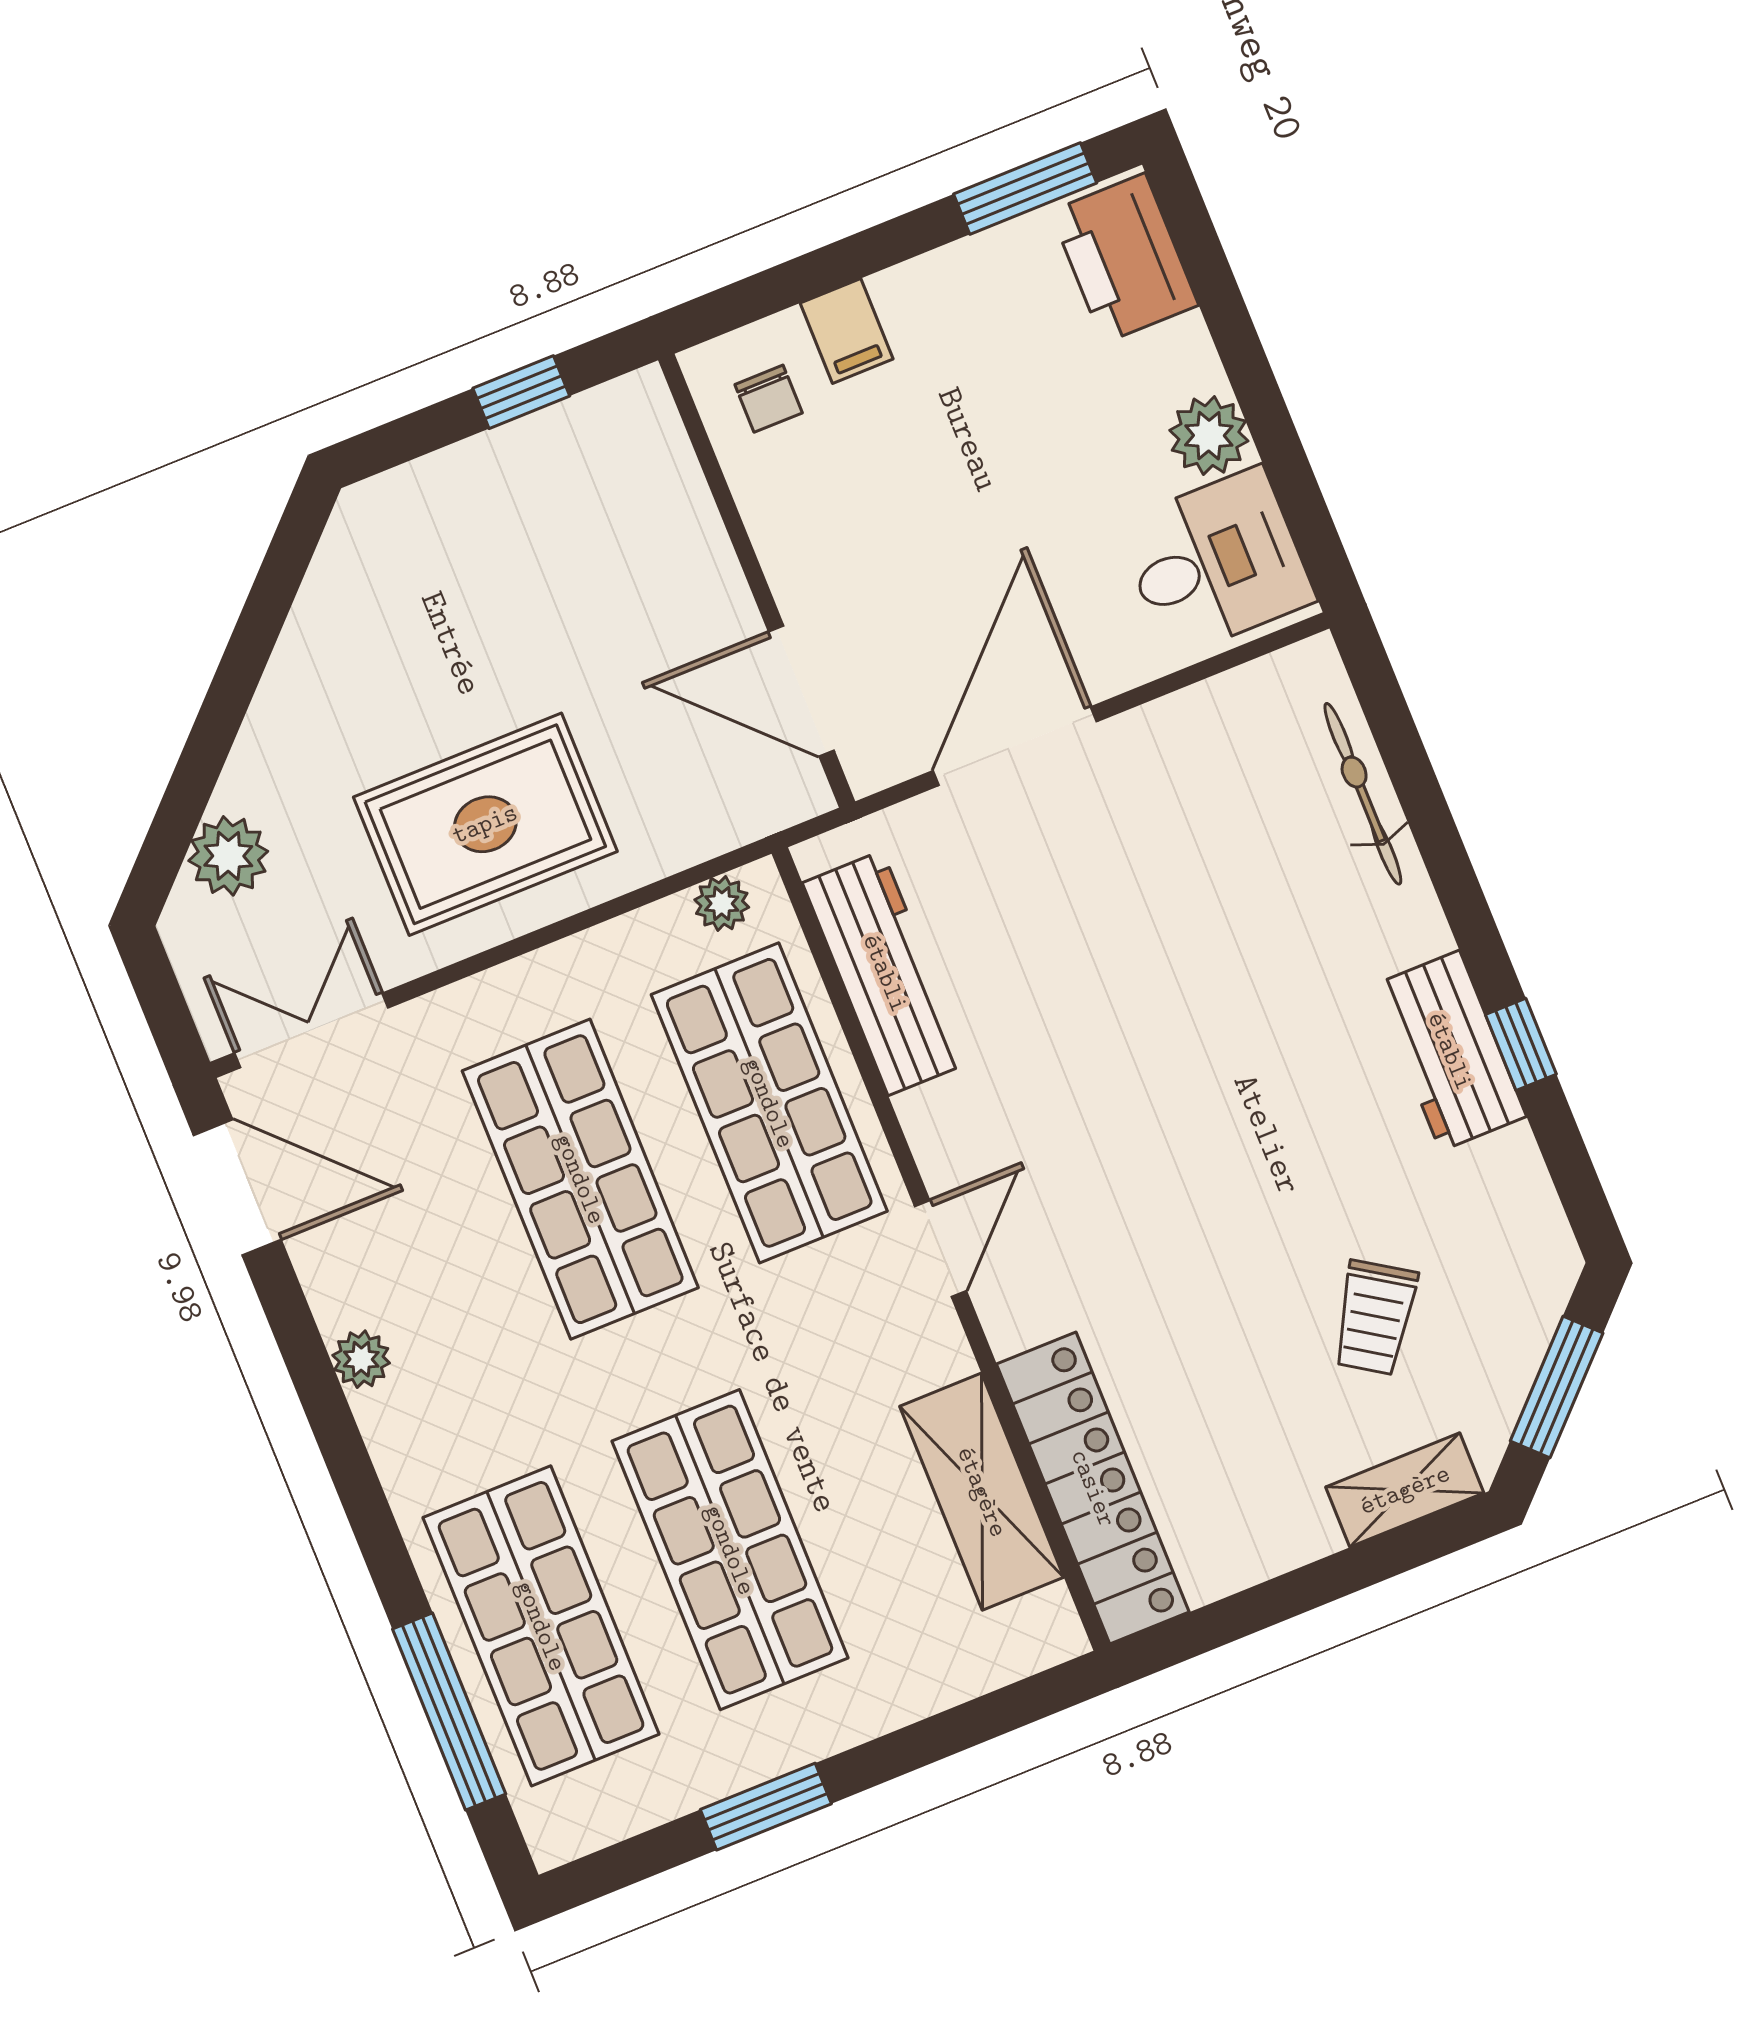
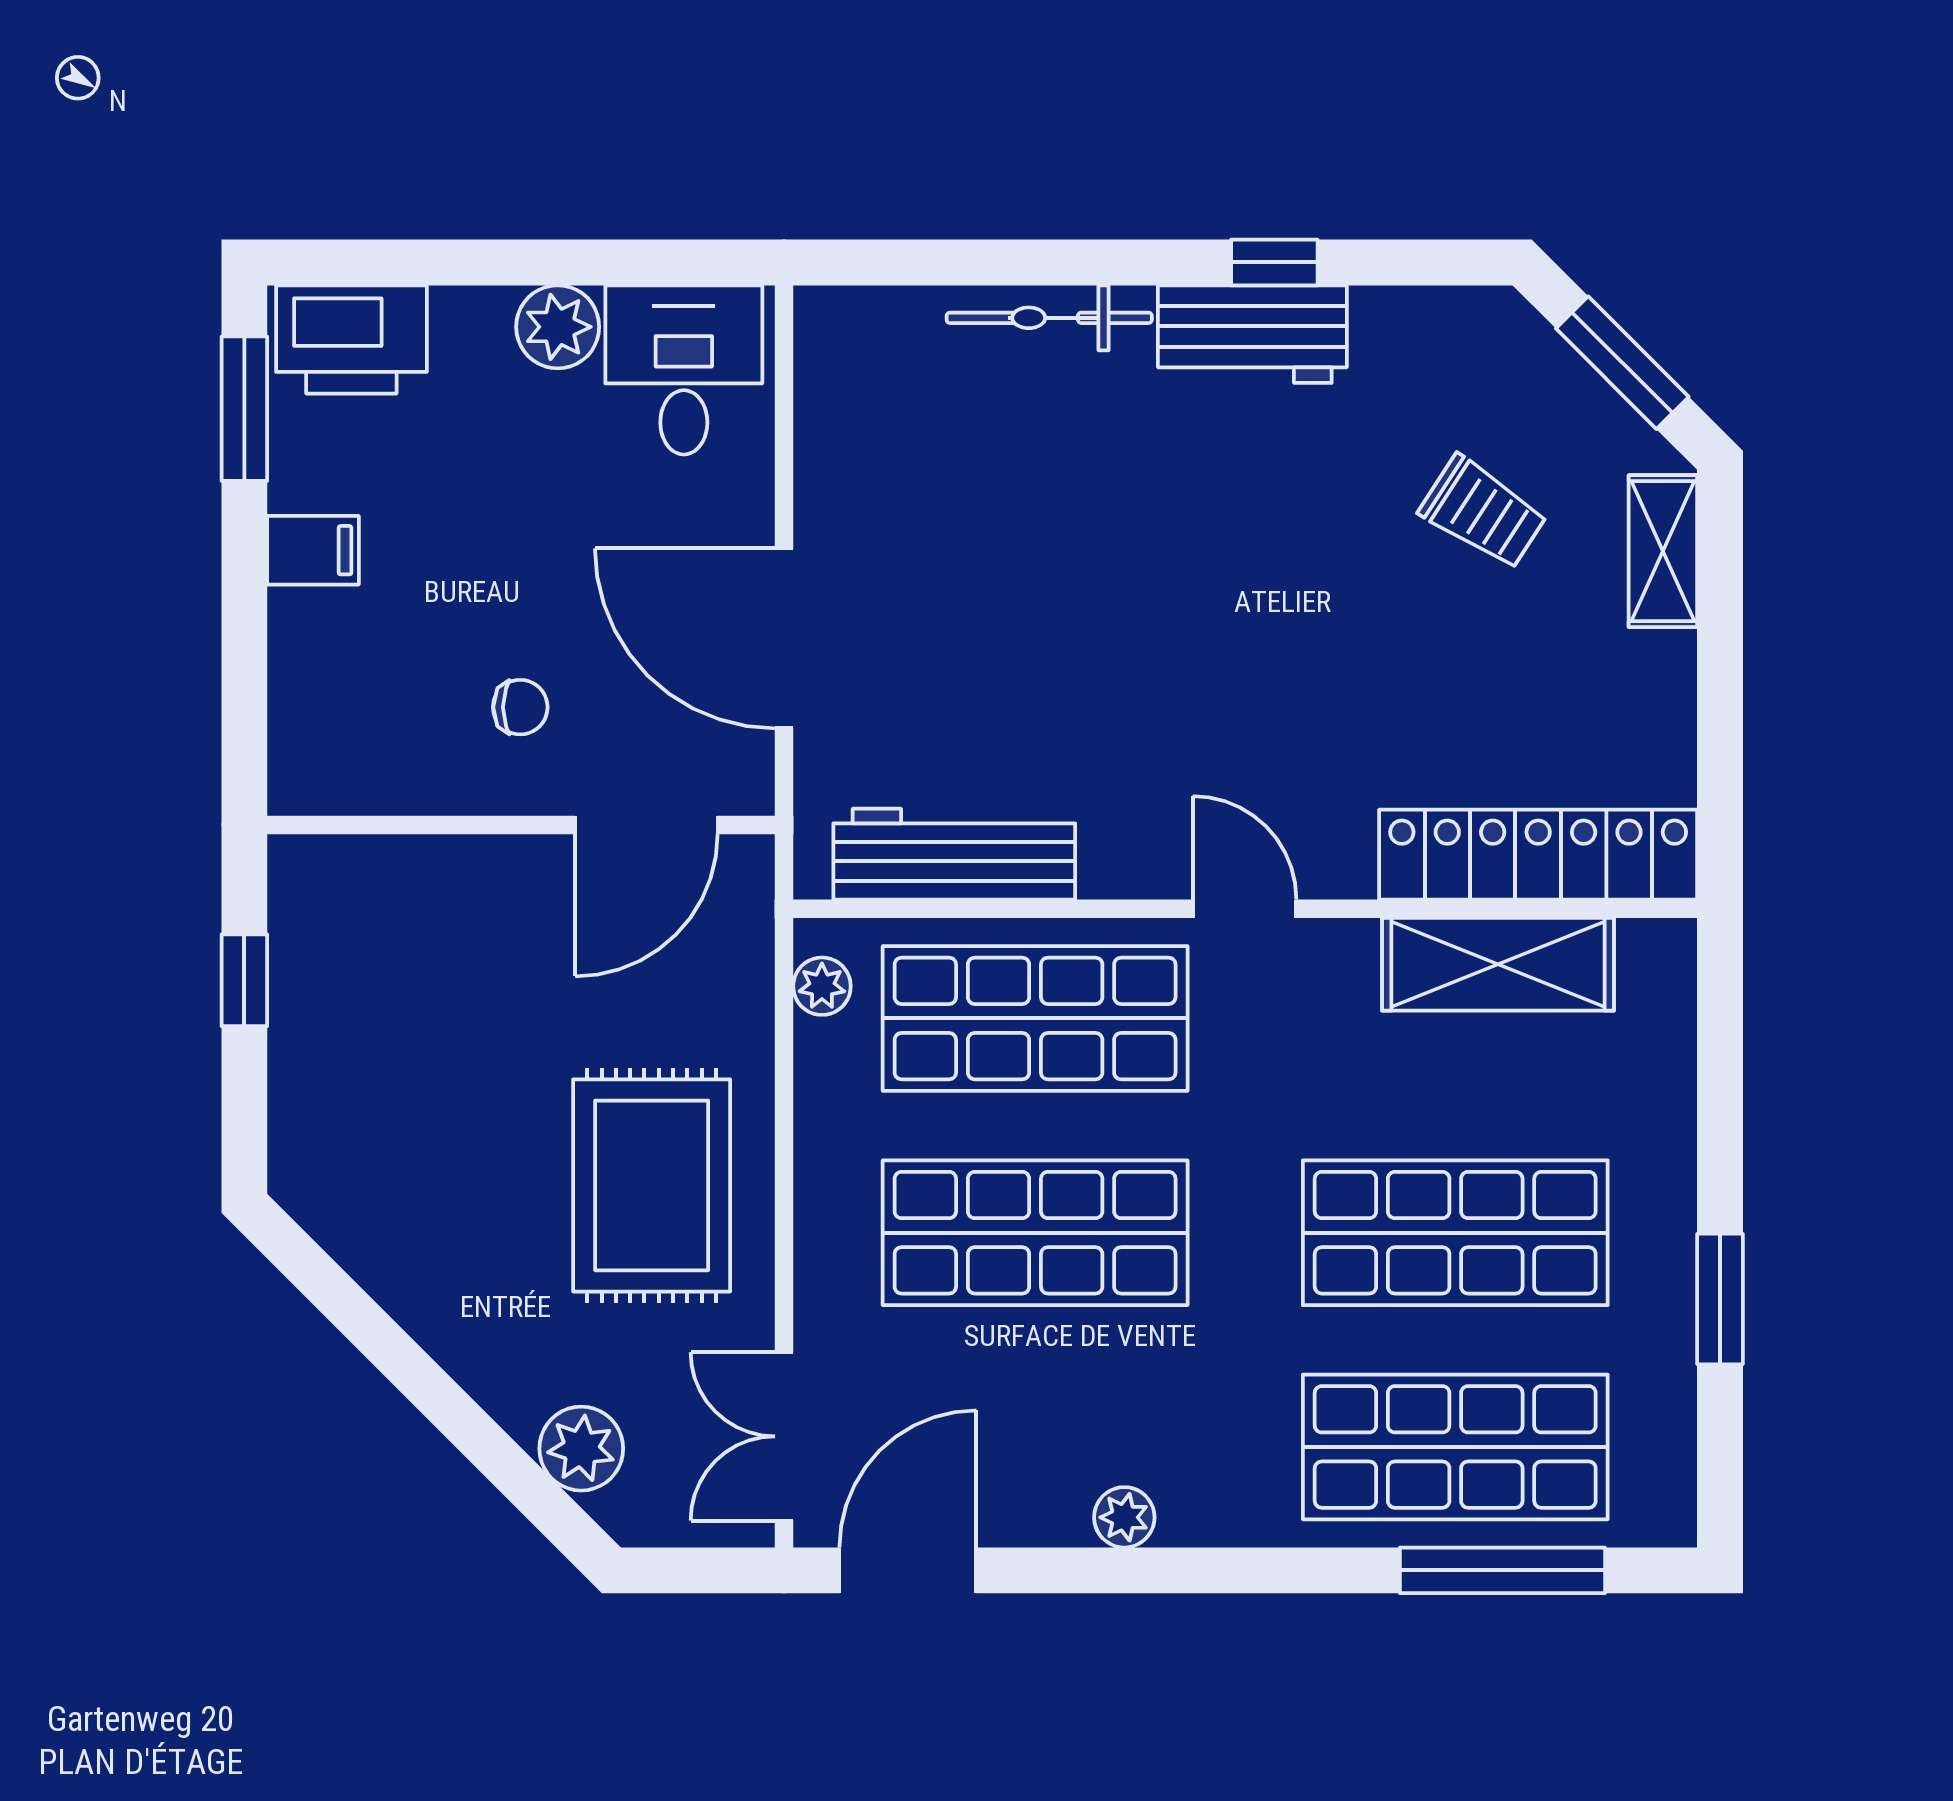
filing cabinet: (847, 331) -> (313, 550), moved
chair: (769, 399) -> (520, 707), moved
bicycle: (1363, 794) -> (1049, 318), moved

